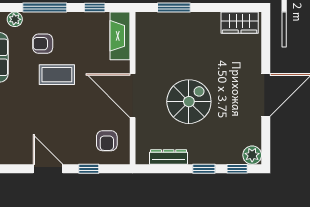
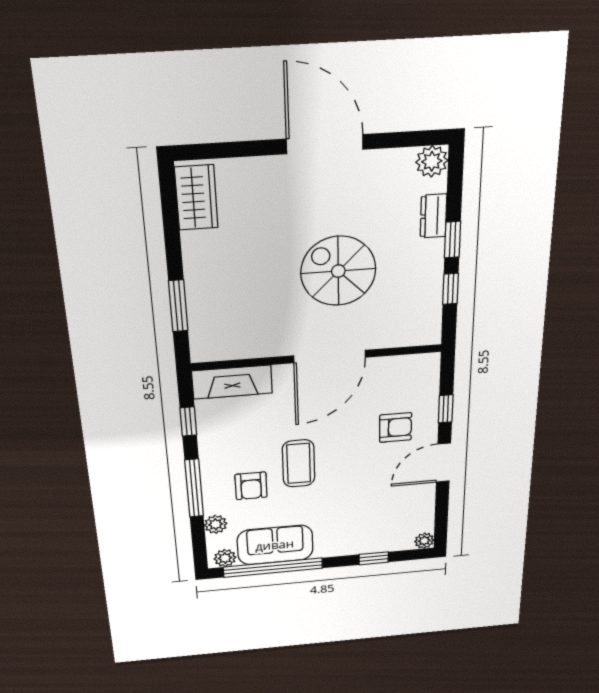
armchair: (107, 141) -> (396, 427), moved
dresser: (169, 157) -> (433, 216), moved, width x0.70
window: (237, 169) -> (451, 289), moved

